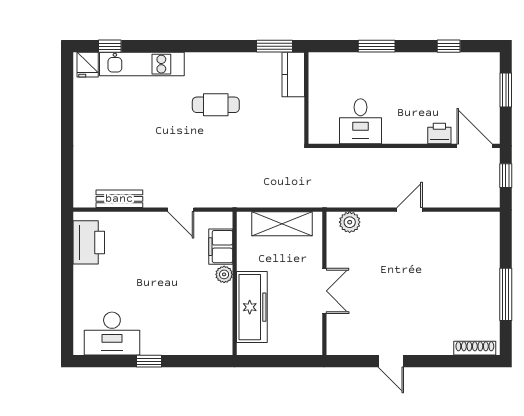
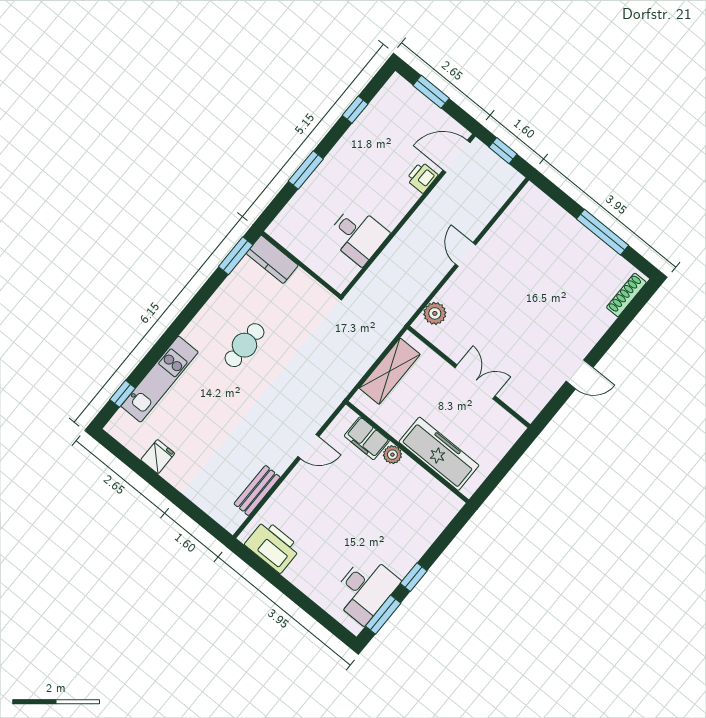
fridge: (88, 65) -> (158, 457), moved, turned -90
window: (104, 361) -> (383, 615), added

